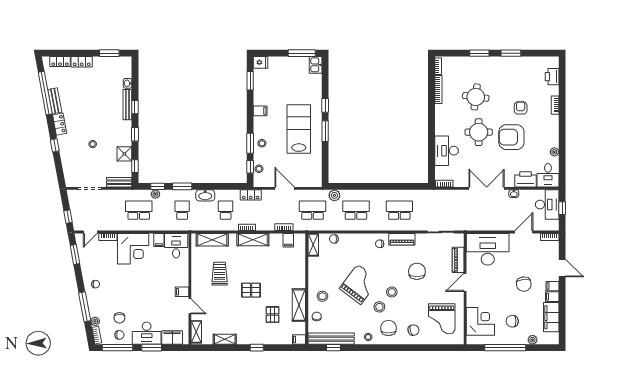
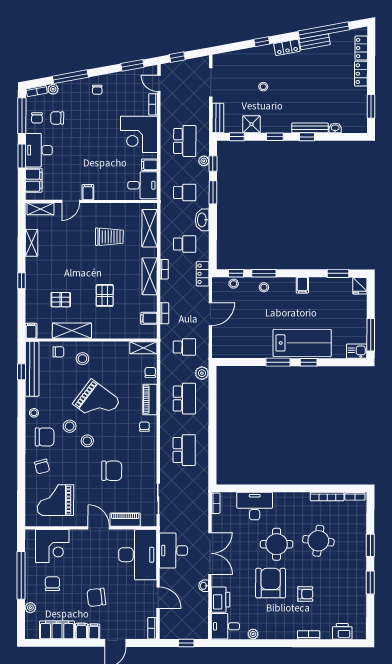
lab bench: (299, 129) -> (302, 343), moved
desk: (547, 205) -> (174, 550), moved, turned 90
school desk: (312, 210) -> (184, 347), width x0.54
piano: (402, 239) -> (150, 400), moved
pallet: (251, 290) -> (105, 295), moved

